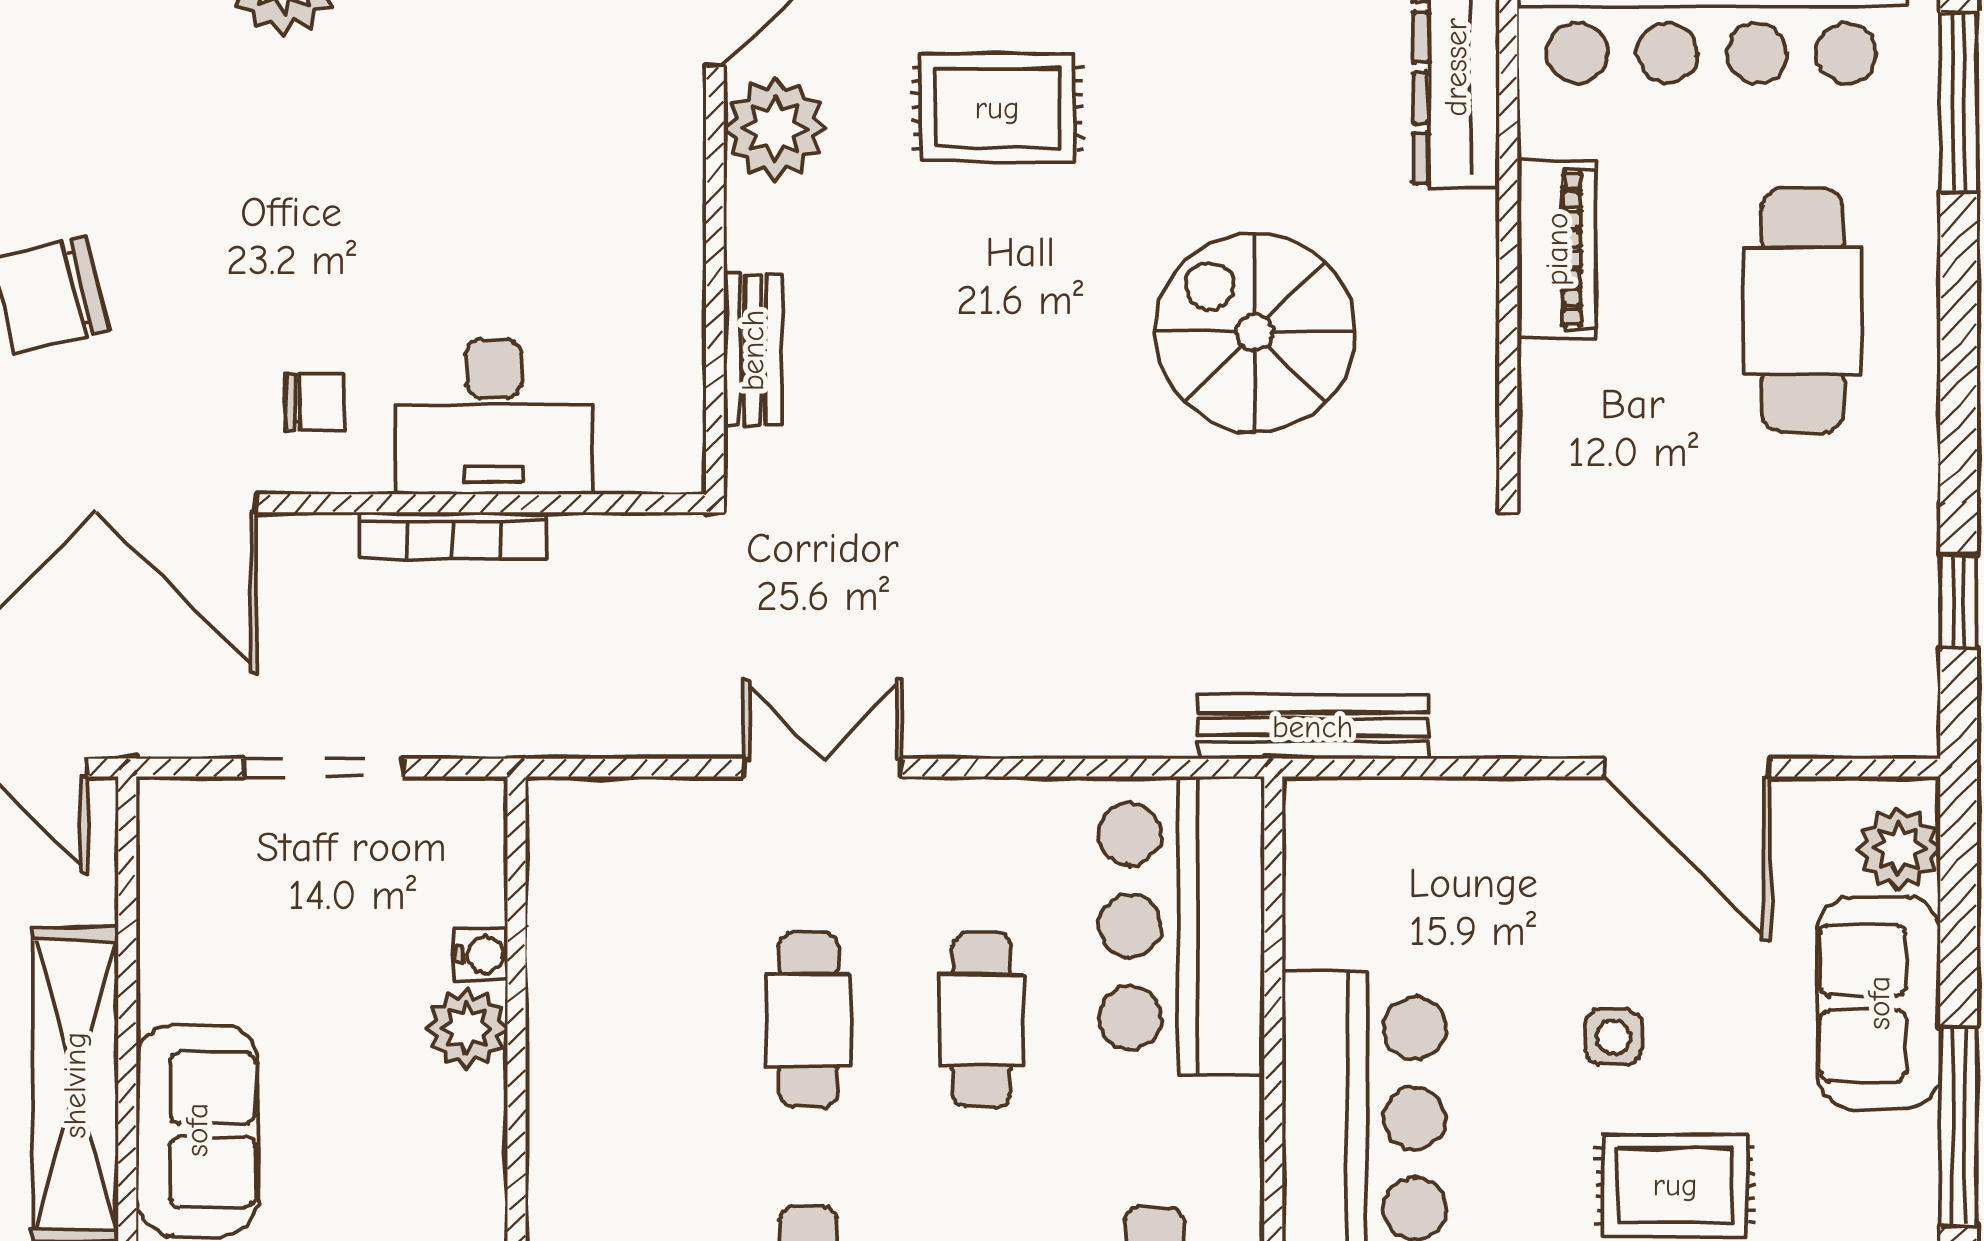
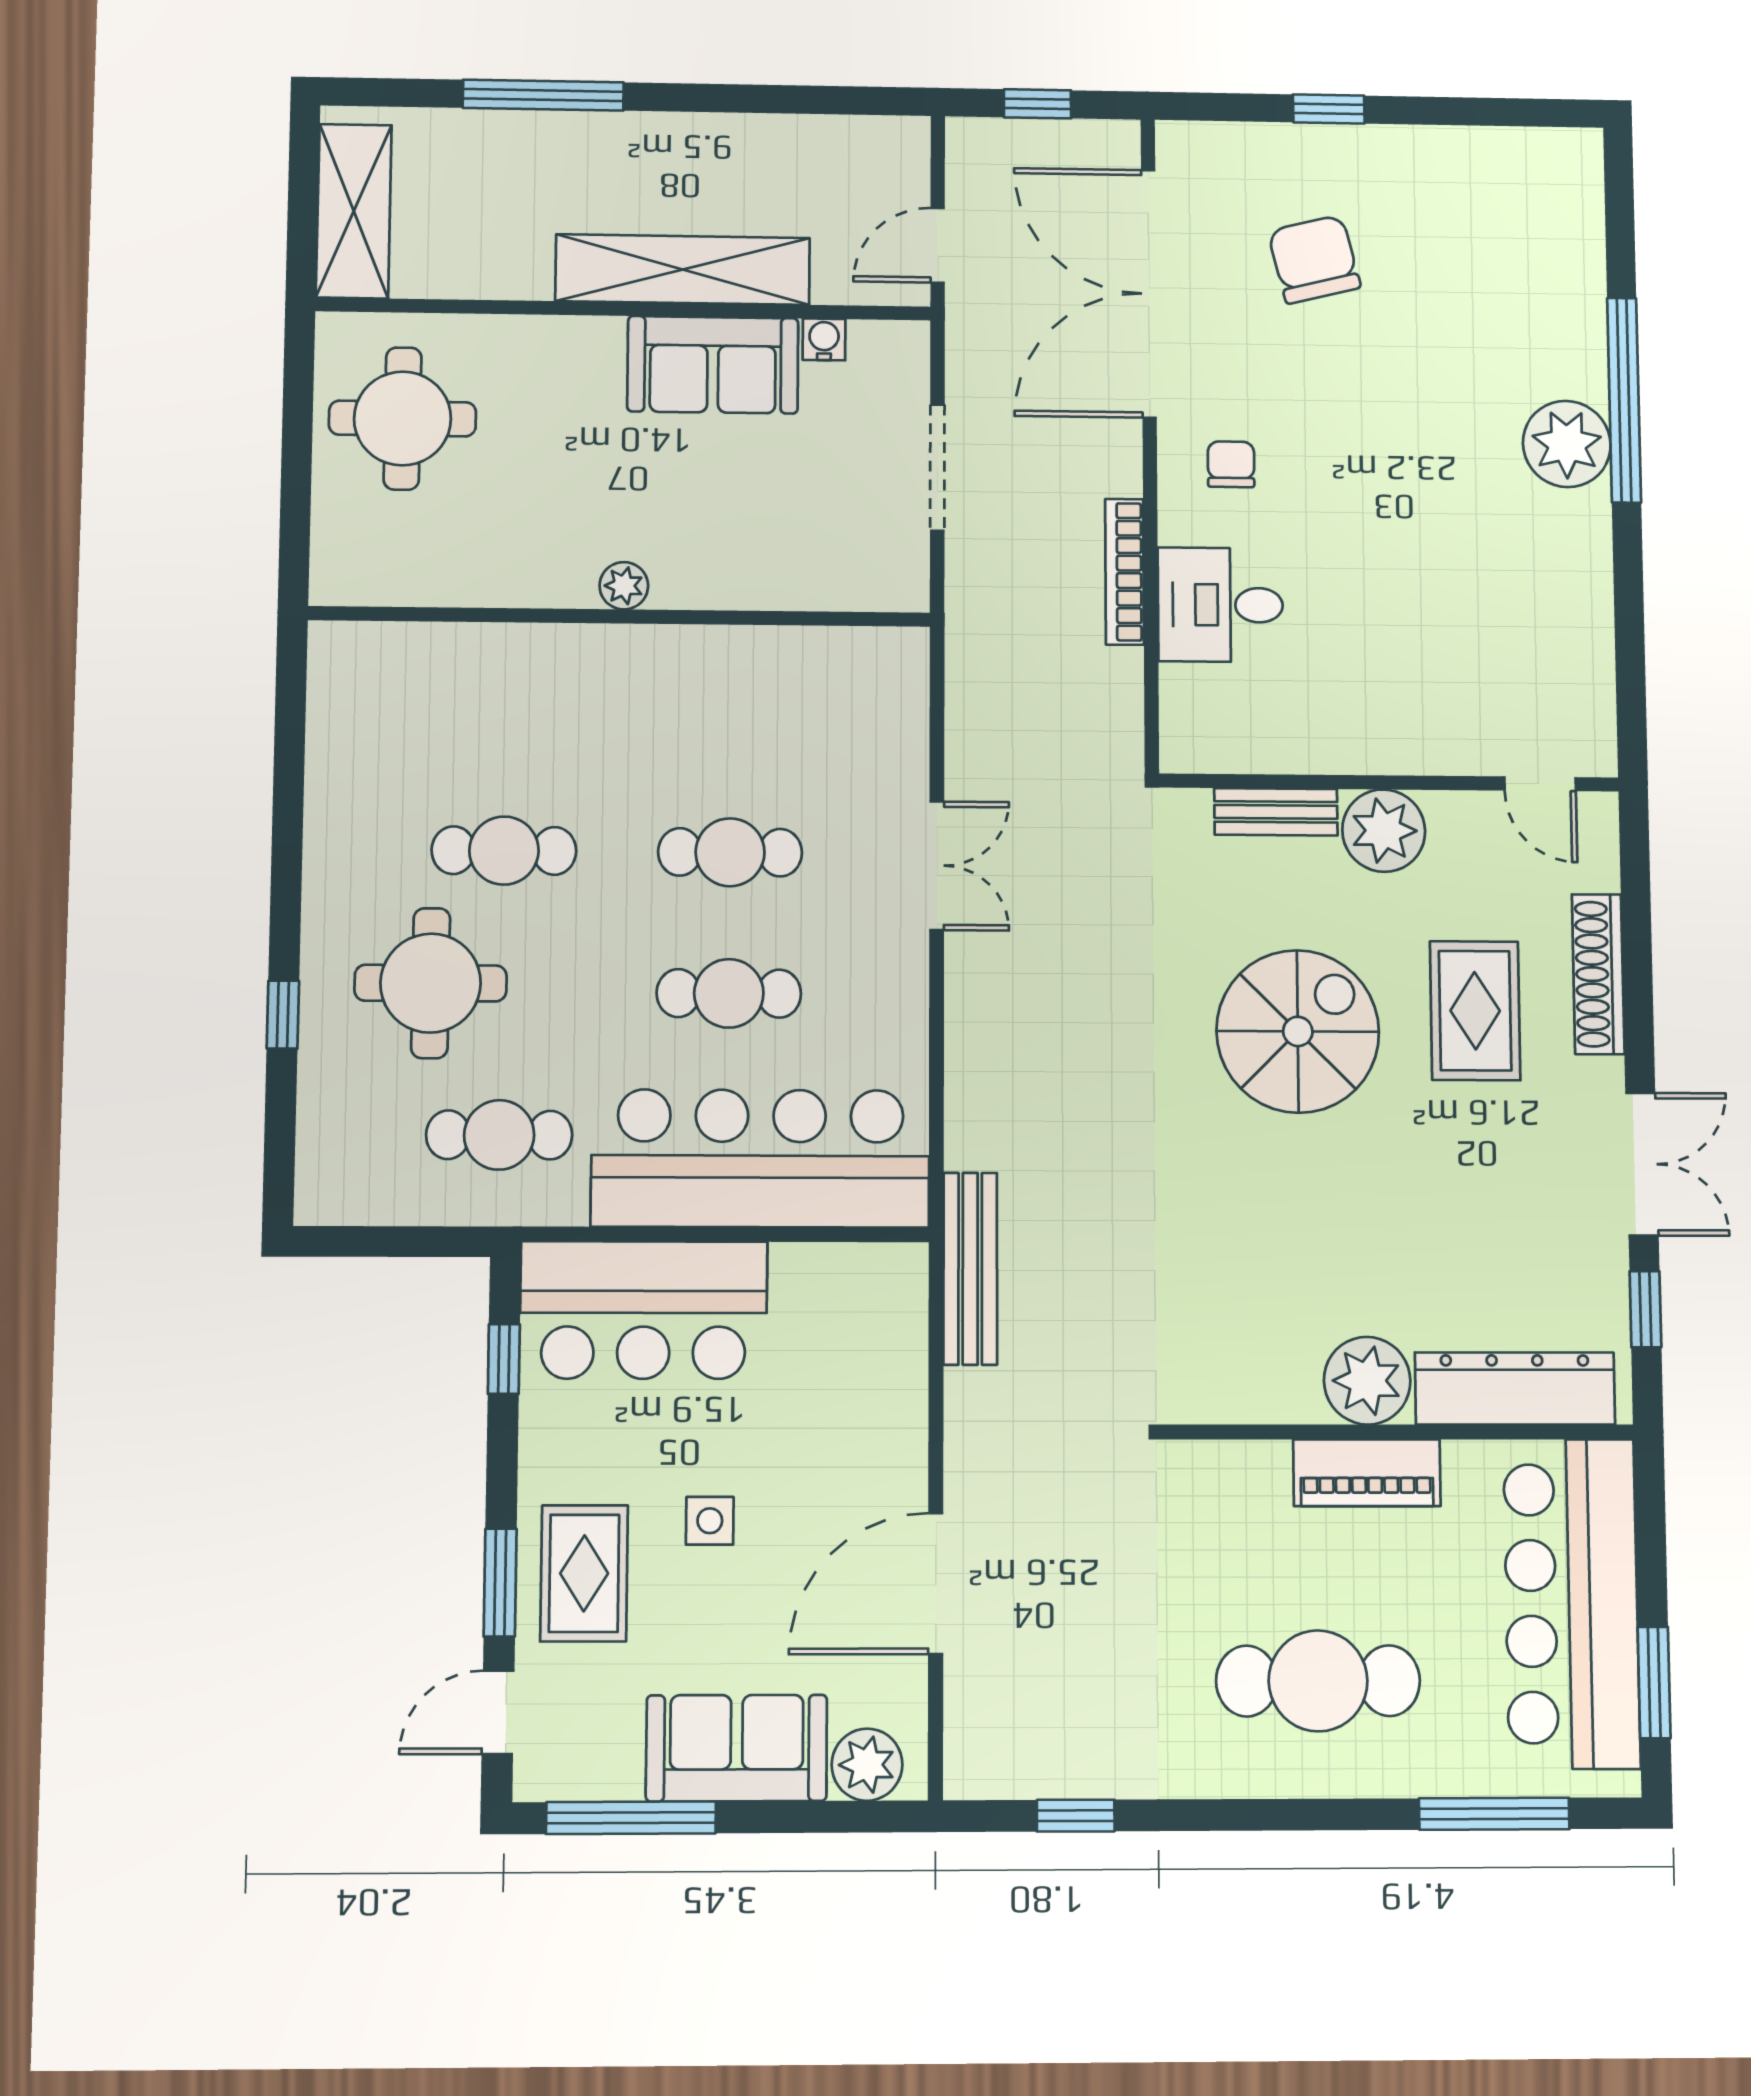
plant: (775, 128) -> (1384, 831), moved
plant: (1447, 247) -> (1367, 1381), added
spiral stairs: (1255, 332) -> (1298, 1031), moved
chair: (315, 402) -> (1231, 464), turned 180
desk: (494, 417) -> (1220, 605), width x0.73
bar counter: (1182, 926) -> (761, 1158), width x1.36
water cooler: (481, 955) -> (824, 339), moved, turned 180
plant: (467, 1028) -> (624, 586), moved, width x0.73, depth x0.73
sofa: (197, 1130) -> (713, 365), moved

